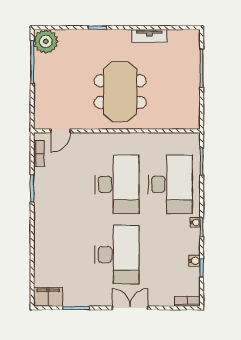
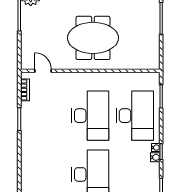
meeting table: (120, 92) -> (93, 38), turned 90
door: (61, 131) -> (43, 71), swing flipped
water cooler: (194, 261) -> (155, 157), moved

